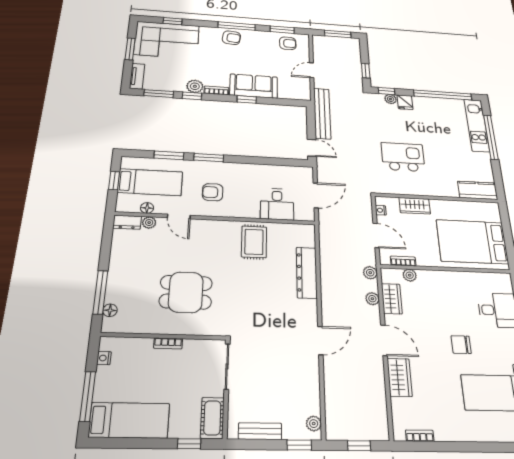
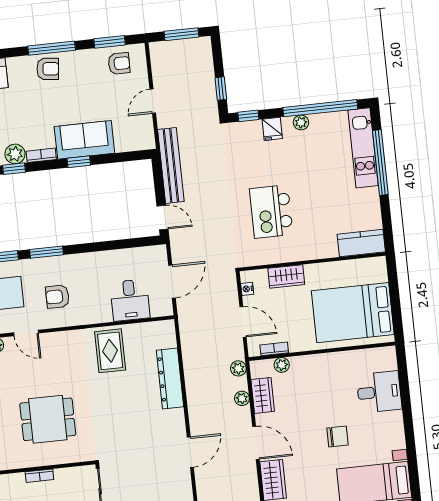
plant: (391, 99) -> (301, 122), moved
kitchen island: (403, 157) -> (271, 212), turned -90
chair: (461, 345) -> (338, 437), turned 180

